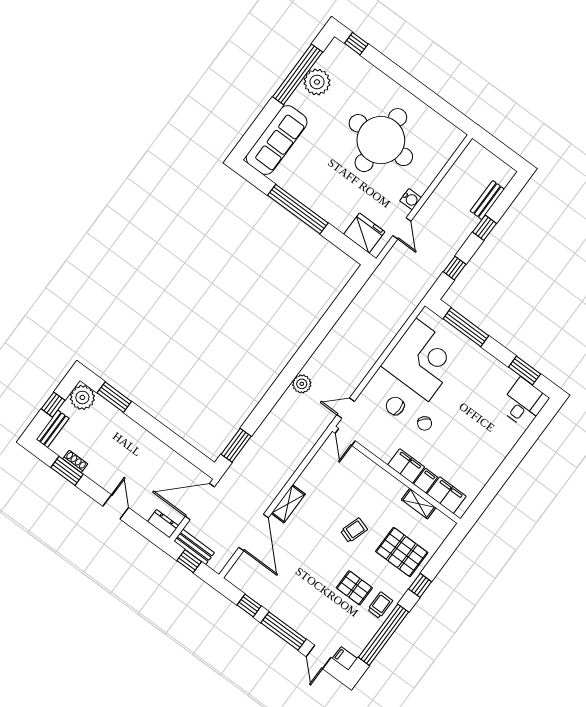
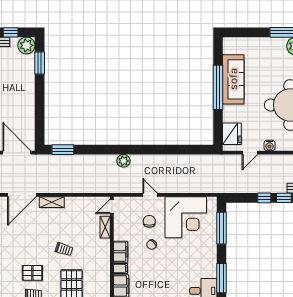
sofa: (277, 140) -> (233, 79), moved, turned -90
window: (455, 268) -> (264, 198), moved
window: (525, 371) -> (222, 278), width x1.44
door: (346, 408) -> (150, 195), moved
shelving: (419, 504) -> (105, 227), moved
pallet: (354, 588) -> (32, 273), turned 90

